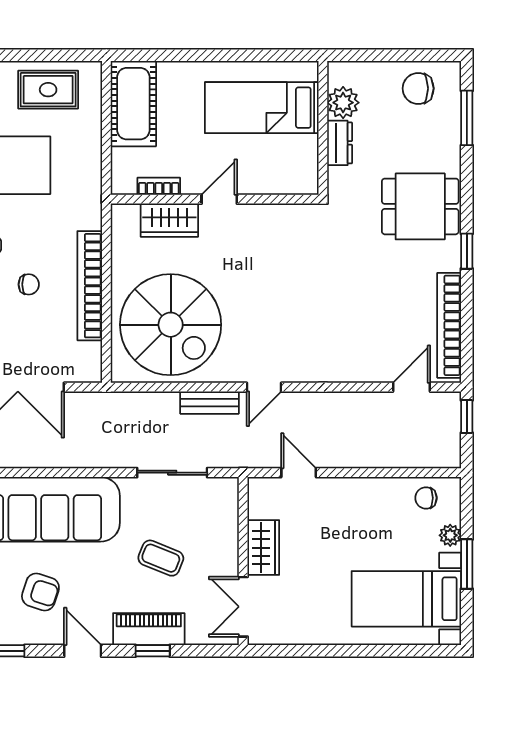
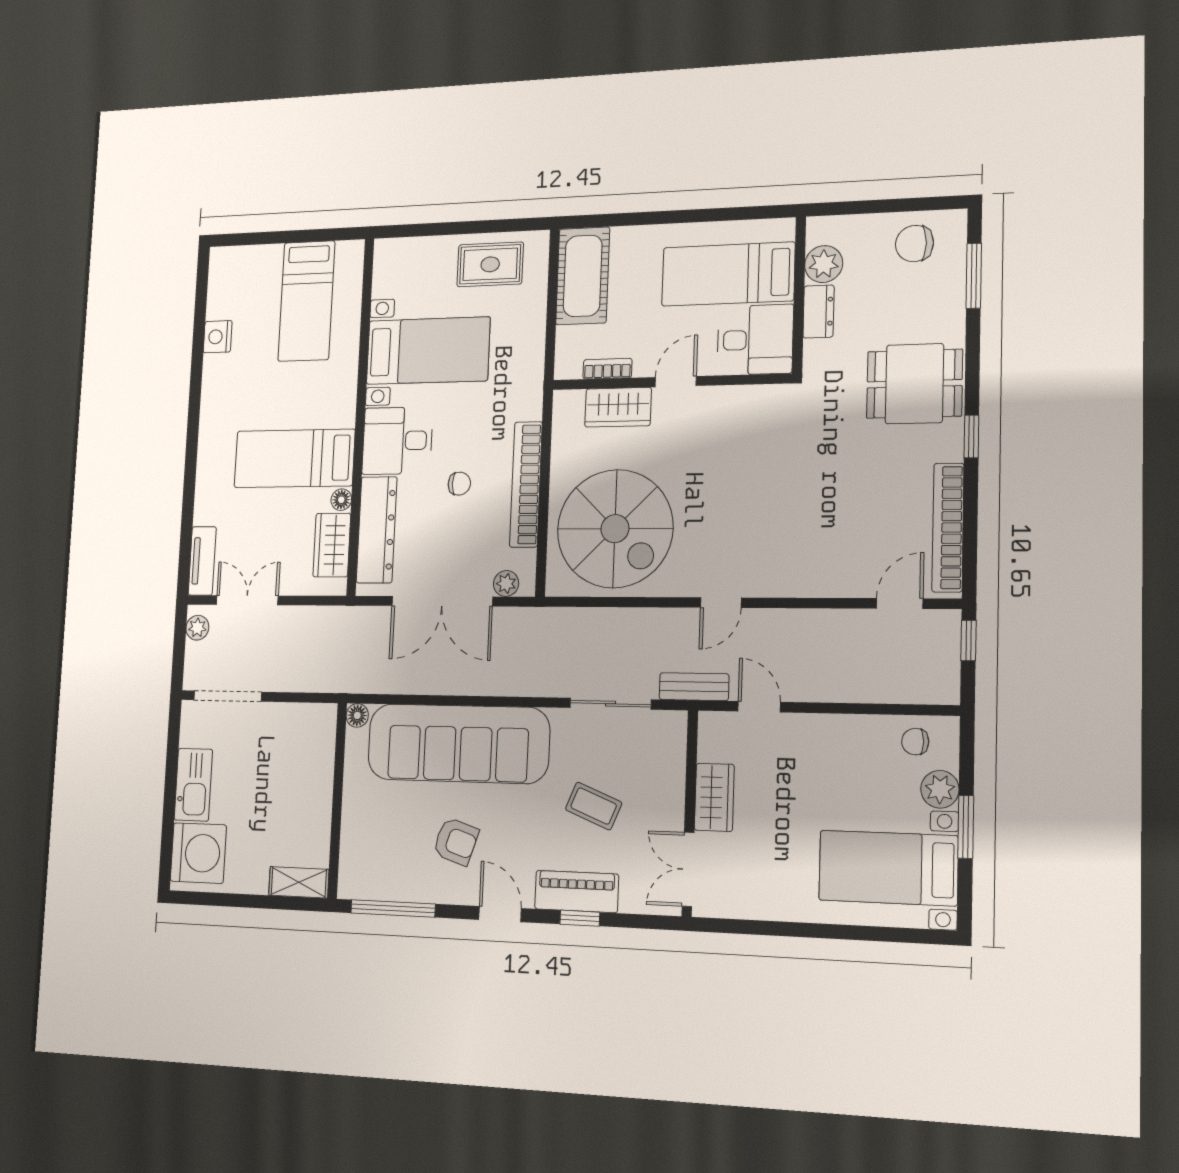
desk: (287, 165) -> (755, 340), added
plant: (76, 372) -> (506, 584), added
bench: (210, 403) -> (694, 687), moved
plant: (450, 535) -> (940, 789), width x1.38, depth x1.38

